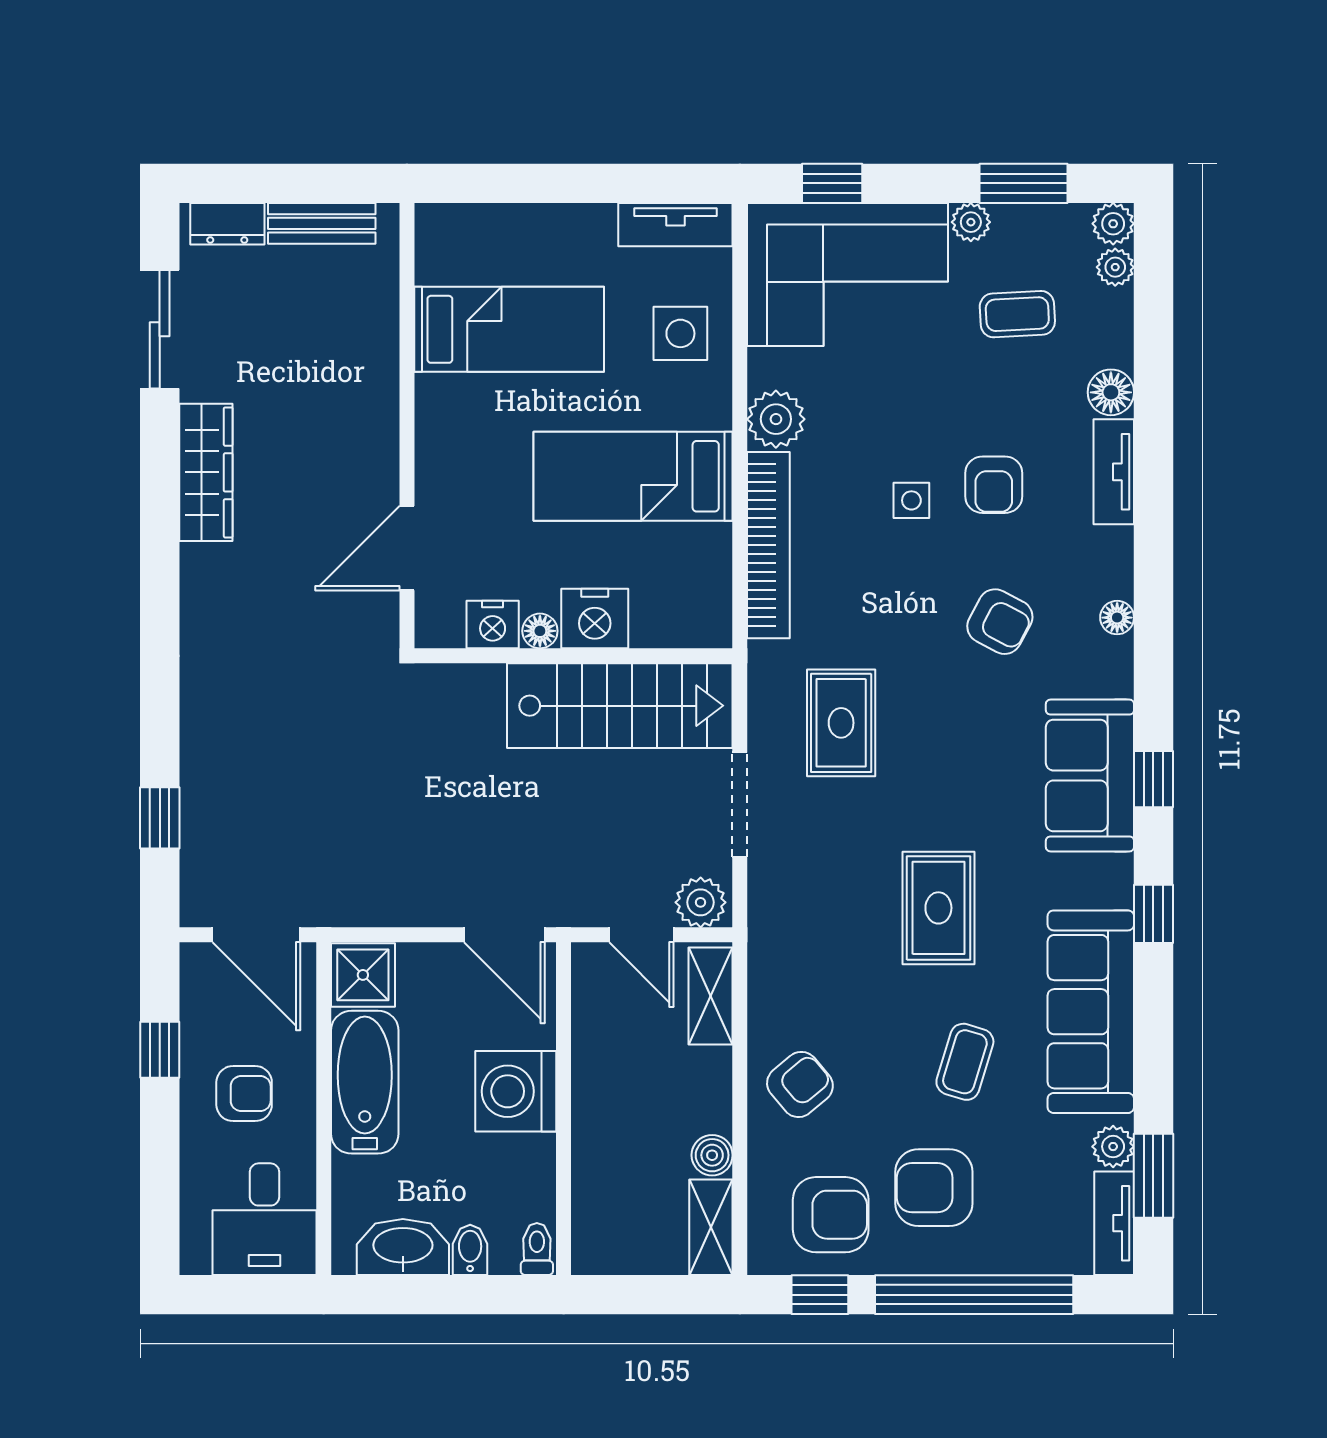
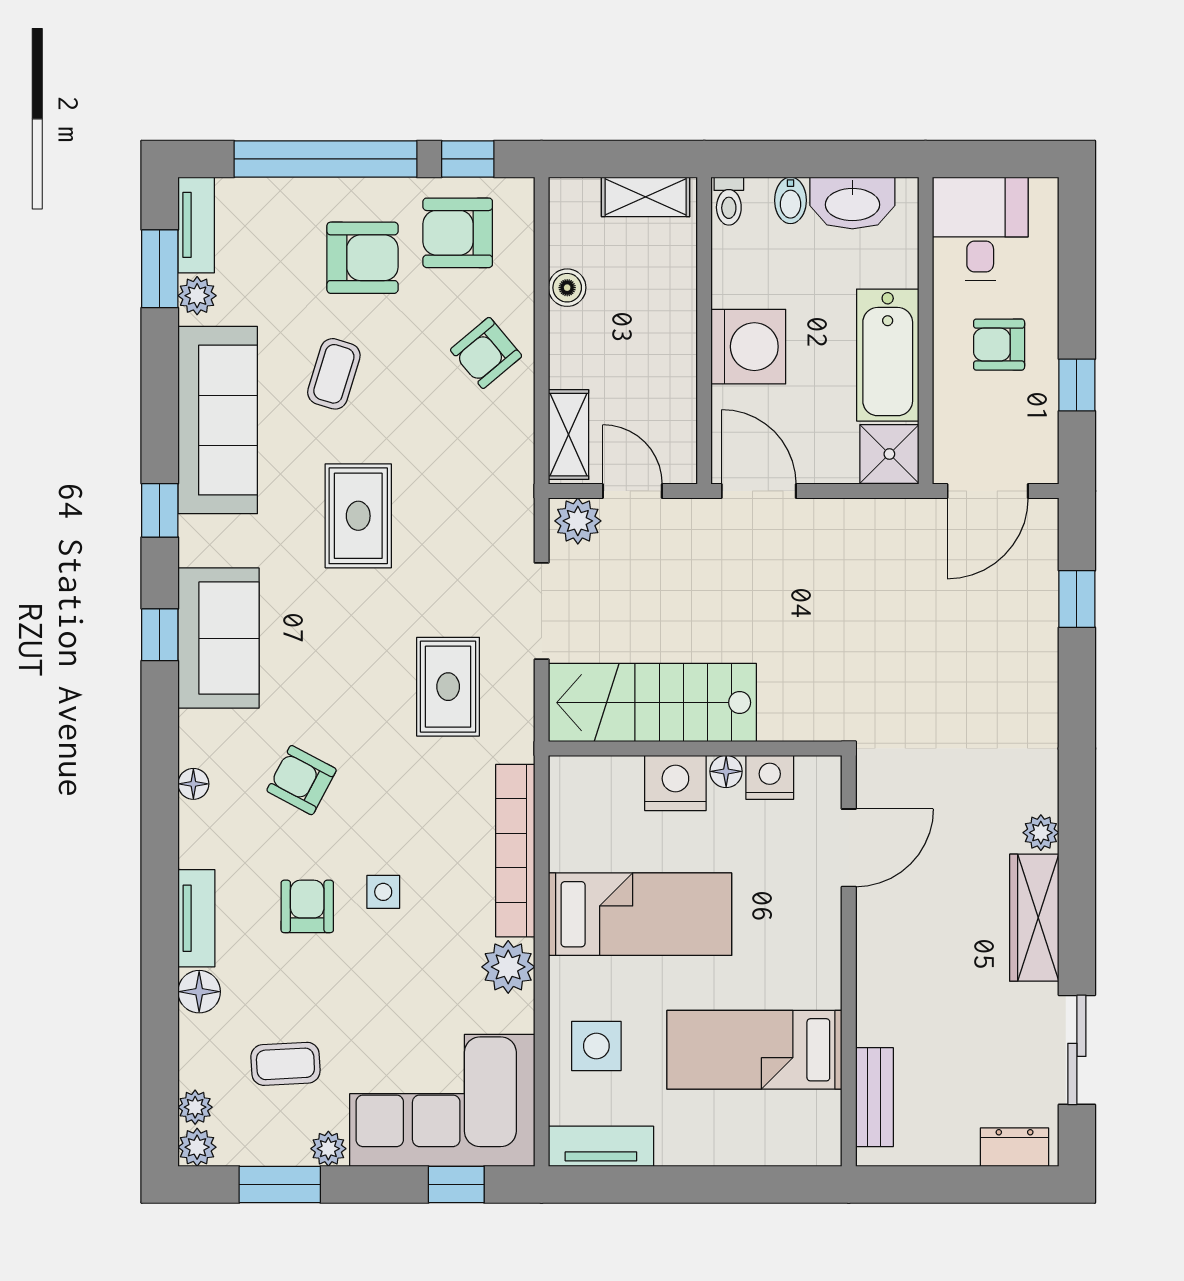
bench: (322, 223) -> (874, 1097), moved, turned 90
plant: (199, 565) -> (1041, 833), added
door: (256, 935) -> (988, 491), swing flipped
shelving: (711, 1227) -> (646, 197), moved, turned 90

